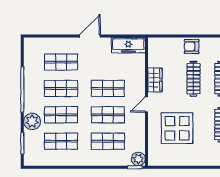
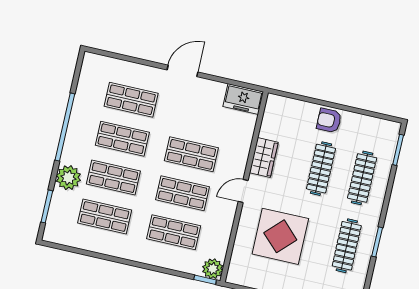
freezer: (128, 45) -> (243, 99), width x0.71

